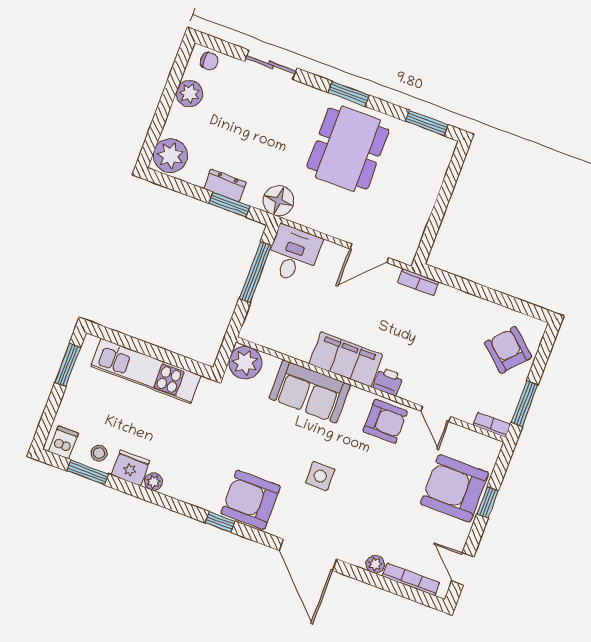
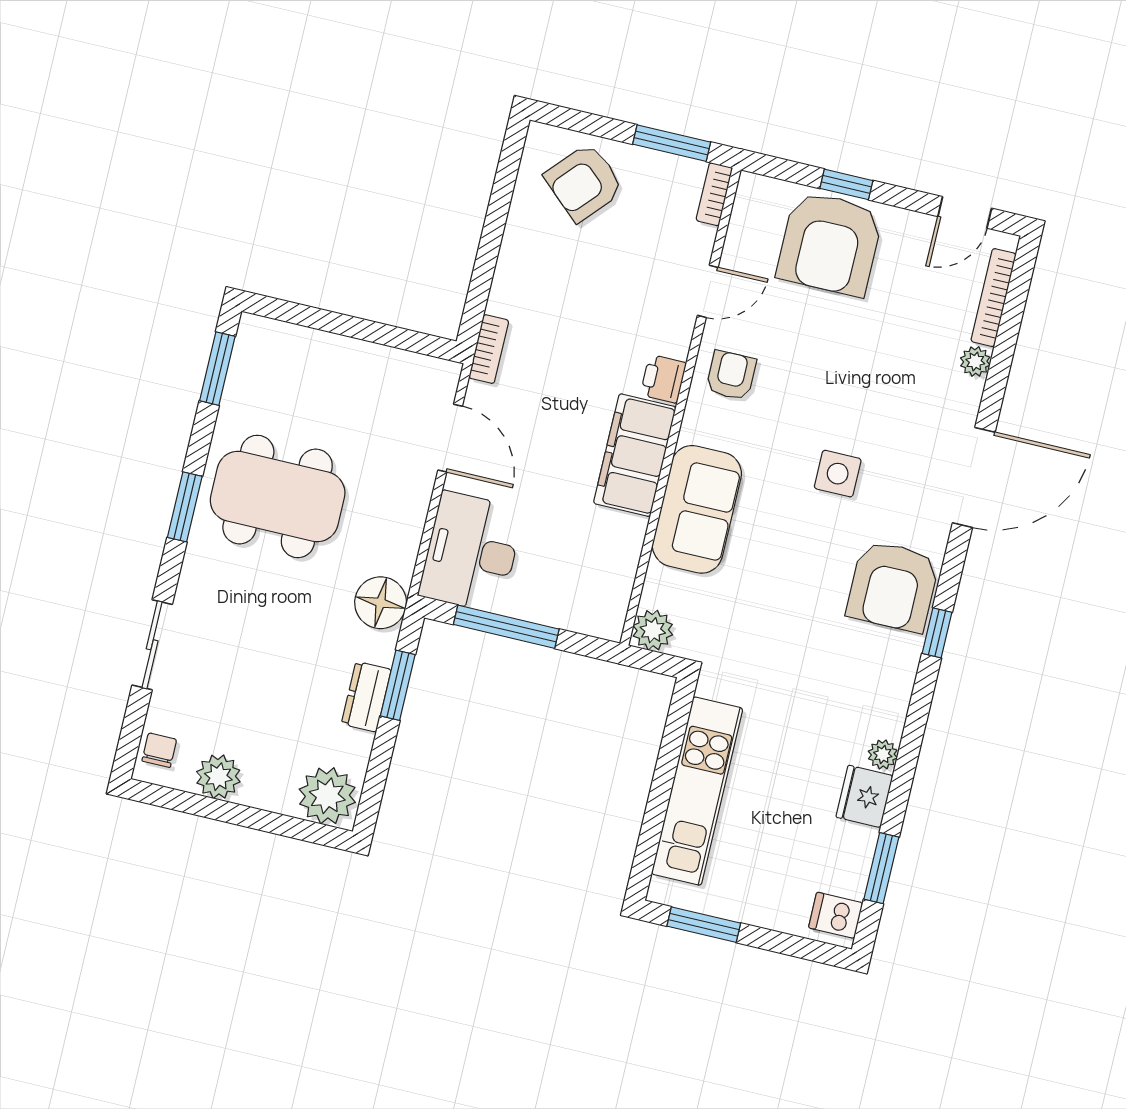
desk: (293, 254) -> (471, 552), width x1.37
plant: (245, 363) -> (653, 630), width x0.73, depth x0.73
armchair: (385, 421) -> (731, 375), width x0.72, depth x0.72
stool: (99, 453) -> (846, 853), removed

